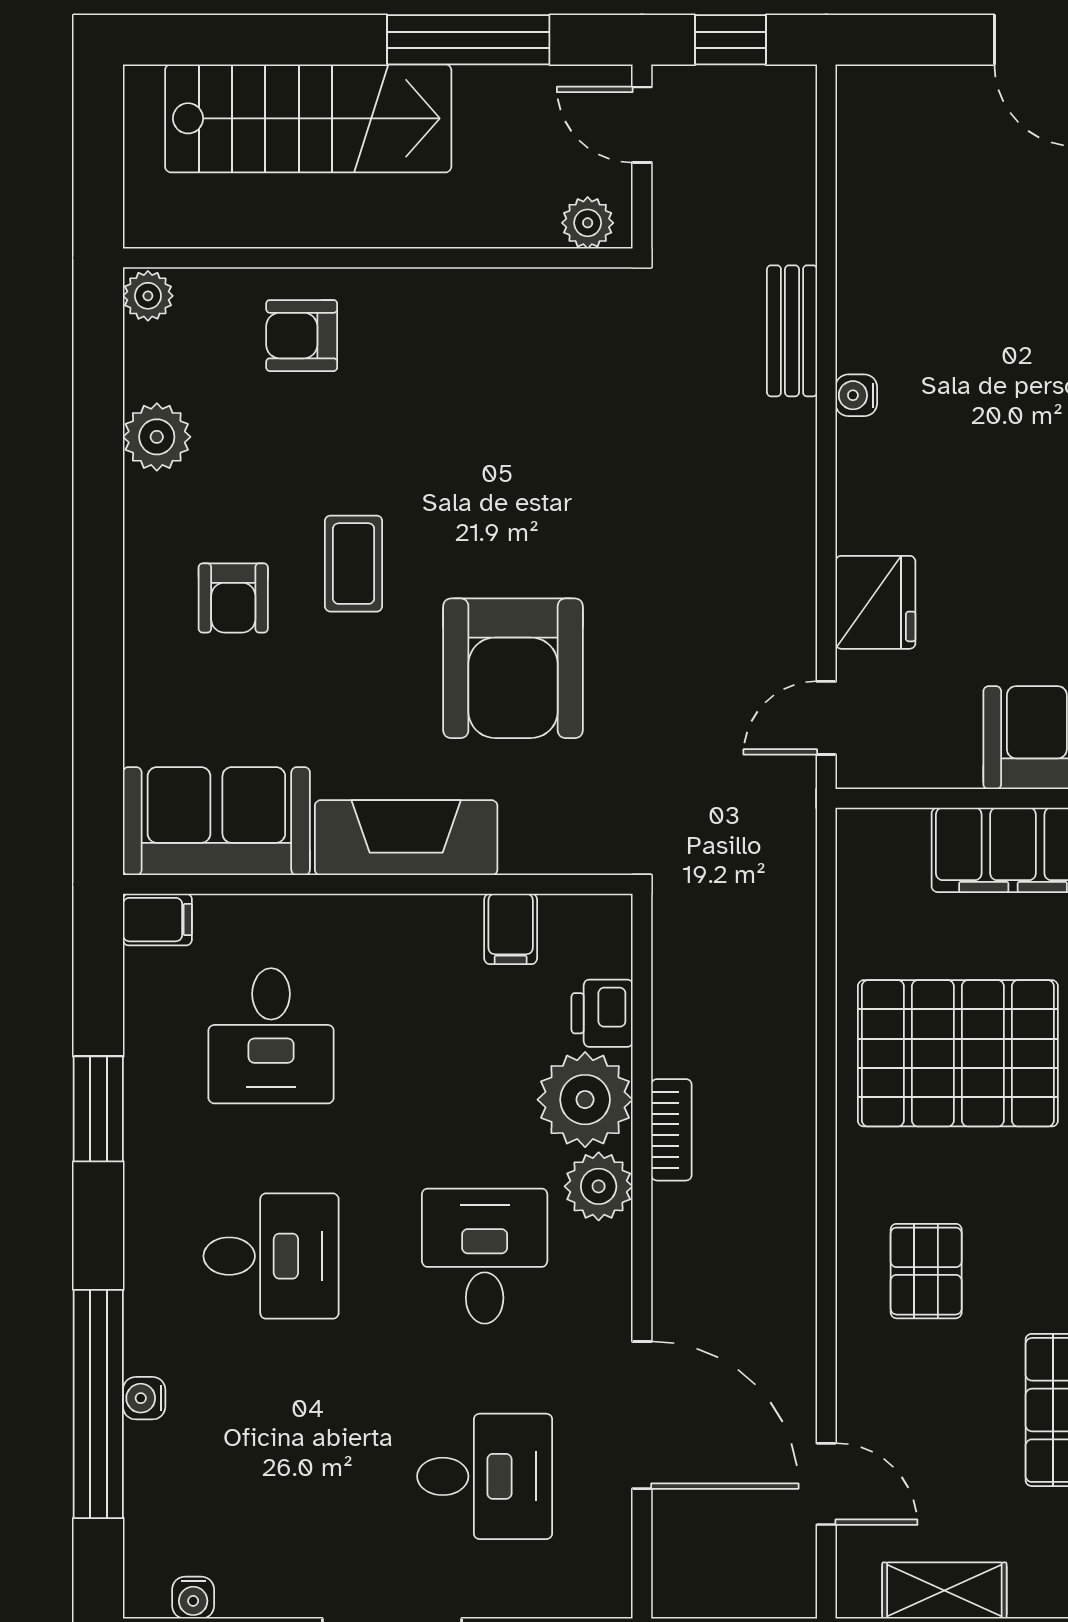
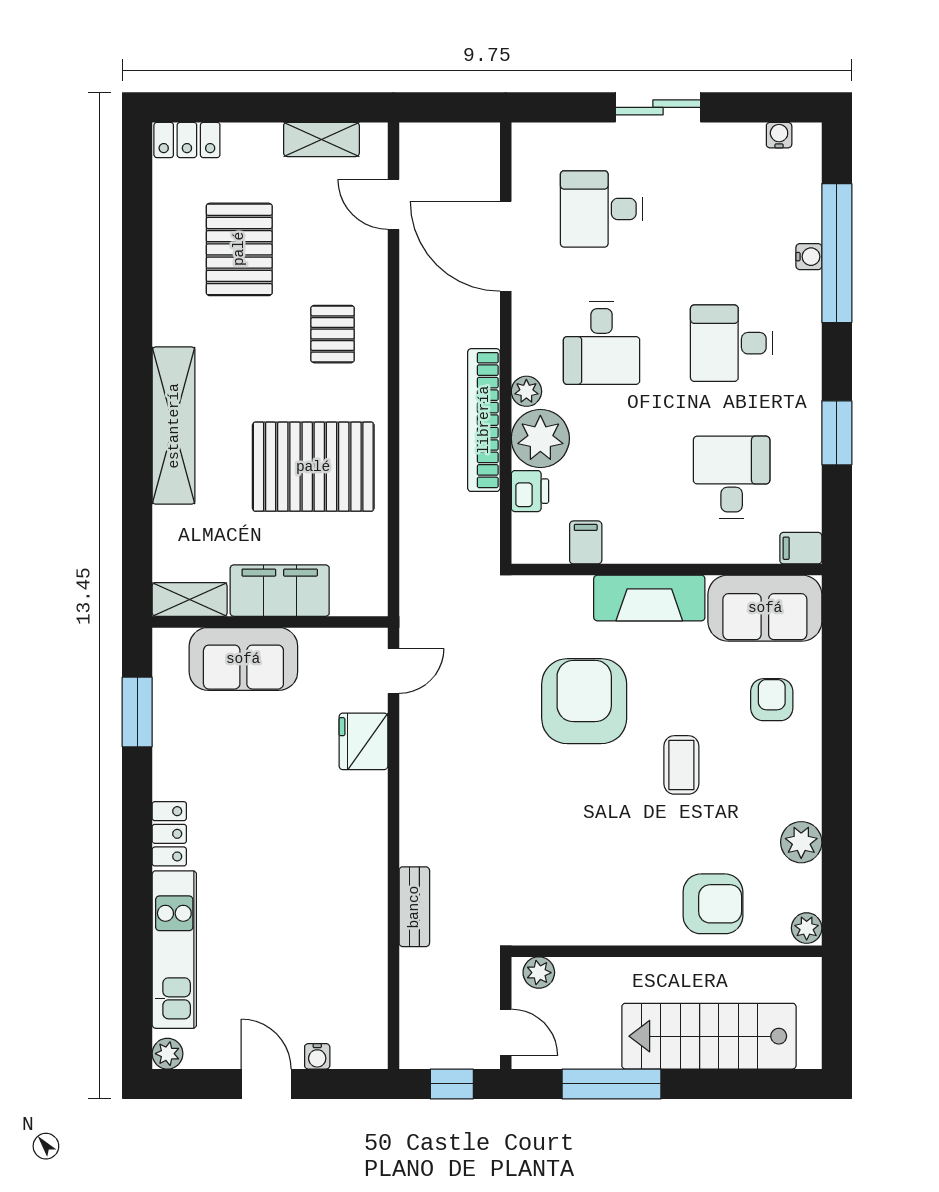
armchair: (302, 336) -> (713, 904), width x1.38, depth x1.38
water cooler: (856, 395) -> (317, 1056), moved, turned 90
armchair: (233, 598) -> (772, 700), moved
bookcase: (671, 1130) -> (484, 420), width x2.31, depth x1.31
plant: (599, 1186) -> (526, 391), width x0.73, depth x0.73

